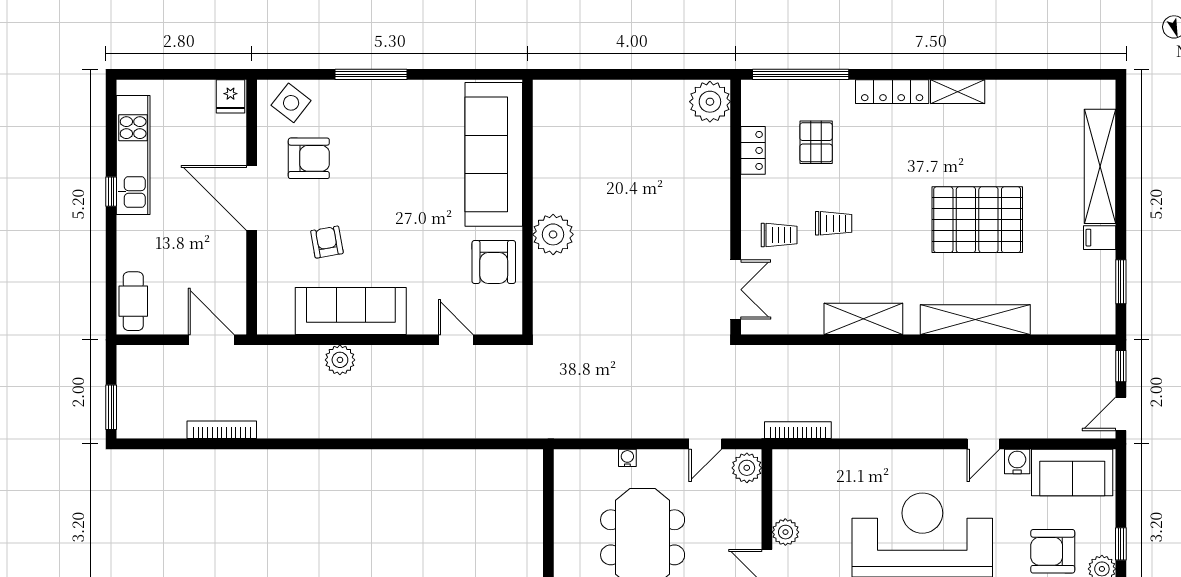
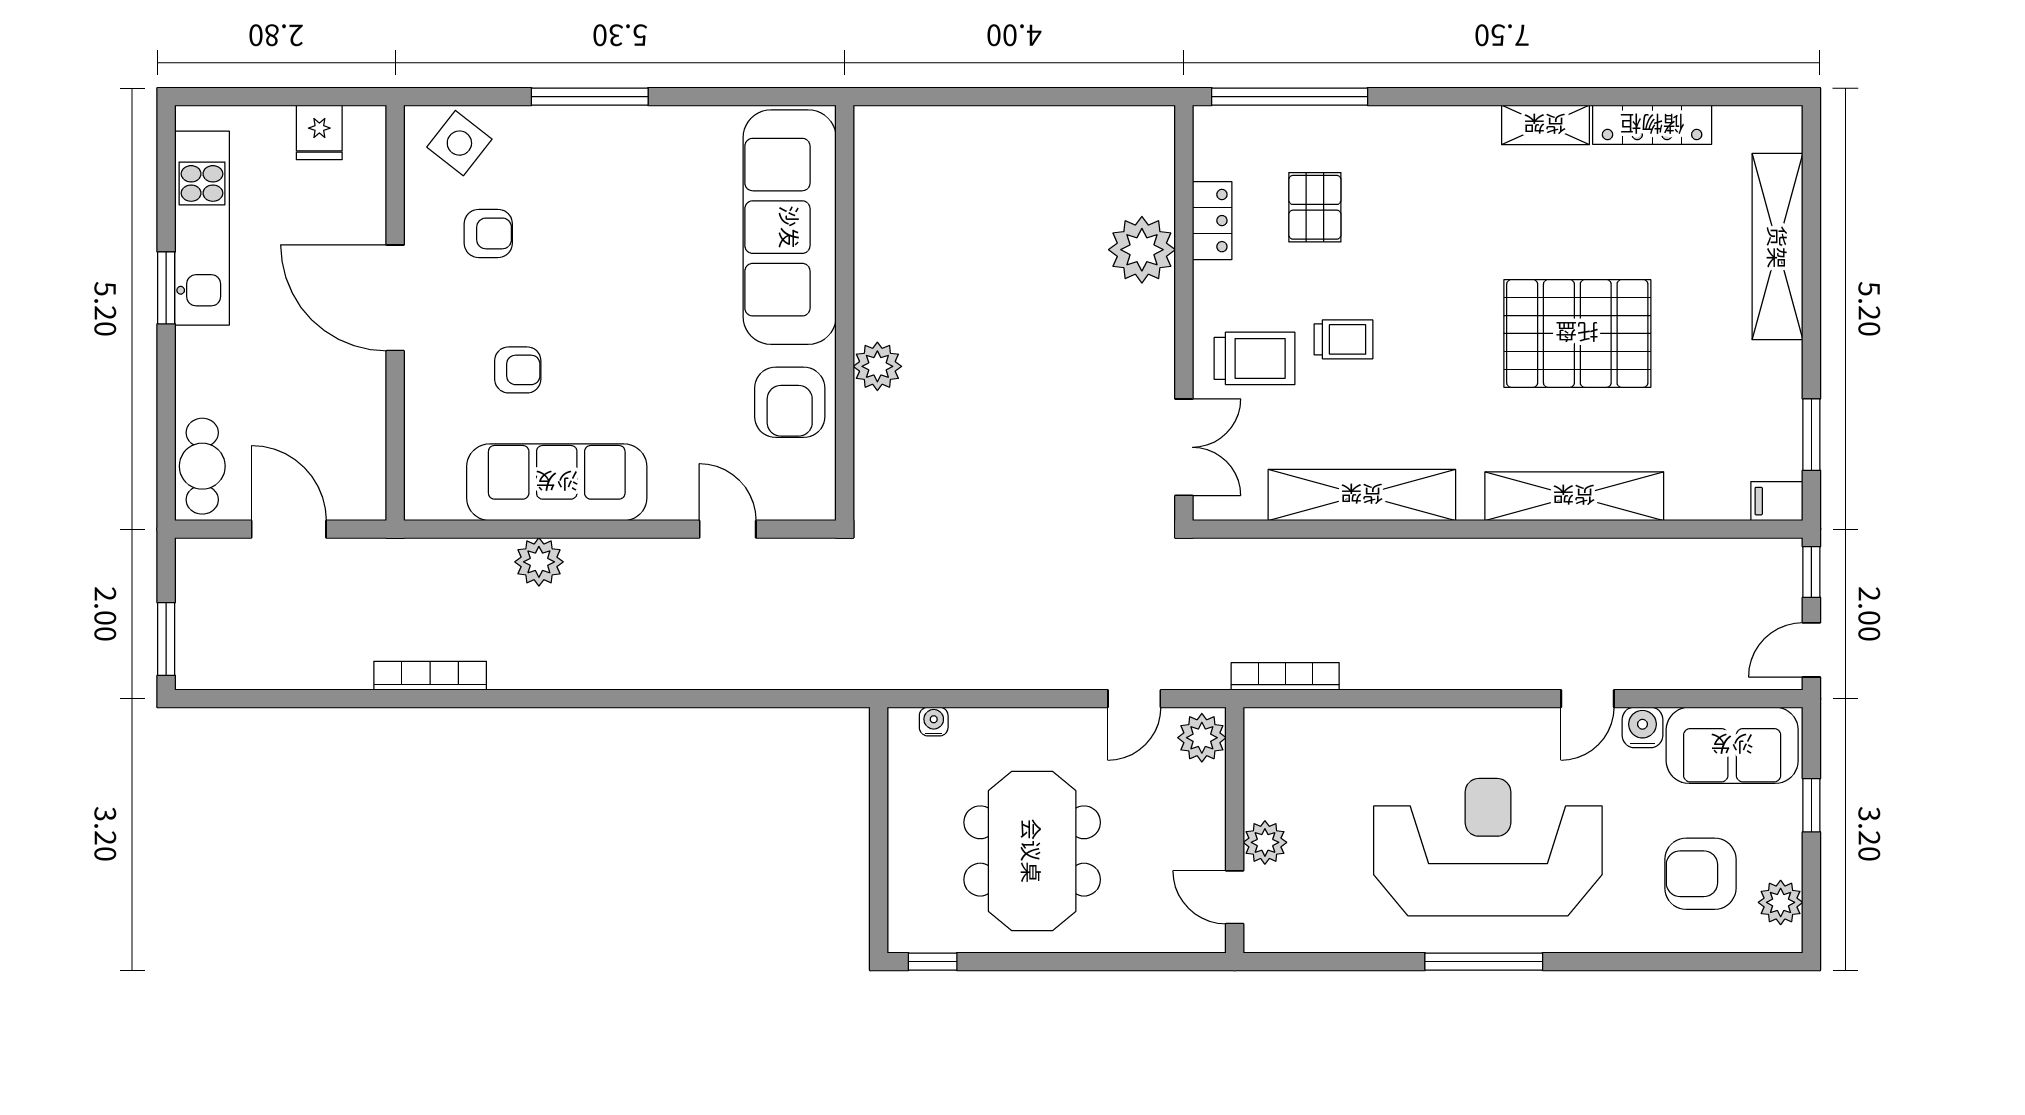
locker: (892, 92) -> (1652, 125), moved
fridge: (230, 96) -> (319, 132), moved
plant: (710, 102) -> (1142, 250), moved
armchair: (309, 158) -> (488, 233), width x0.72, depth x0.72
window: (111, 192) -> (166, 288), width x1.50
plant: (553, 234) -> (877, 366), width x0.73, depth x0.73
trolley: (779, 235) -> (1254, 358), width x1.36, depth x1.39
filing cabinet: (1100, 238) -> (1777, 501), moved
armchair: (327, 242) -> (518, 370), turned 100
shelving: (863, 319) -> (1362, 495), width x1.47
door: (211, 340) -> (289, 529), moved
bookcase: (222, 430) -> (430, 676), moved
water cooler: (627, 458) -> (934, 722), moved
window: (1121, 544) -> (1811, 805), moved

